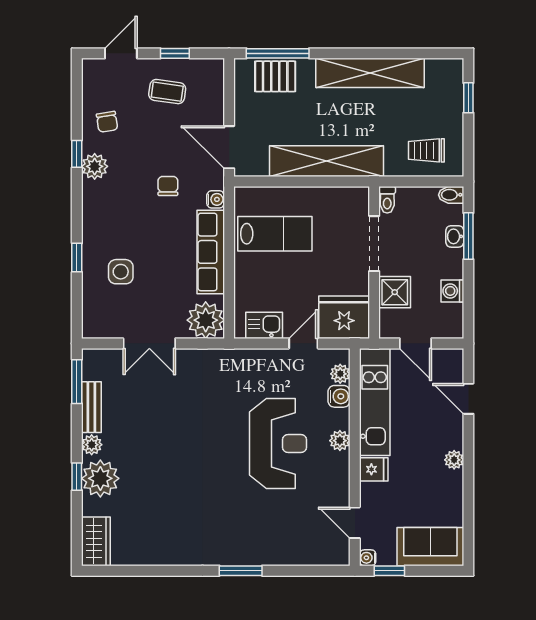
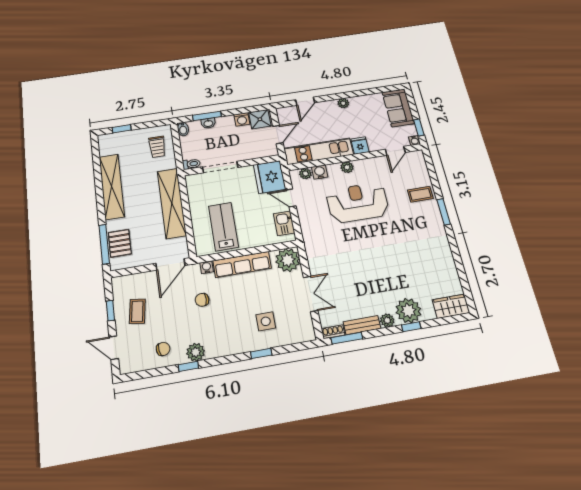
shower: (395, 292) -> (260, 119), moved
shoe rack: (89, 364) -> (333, 332), added
coffee table: (275, 543) -> (420, 194), added

